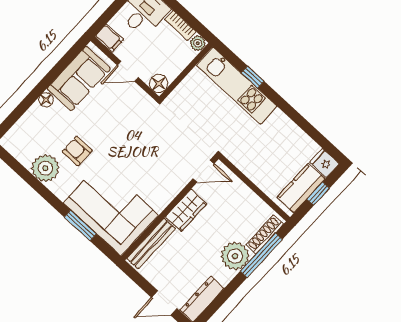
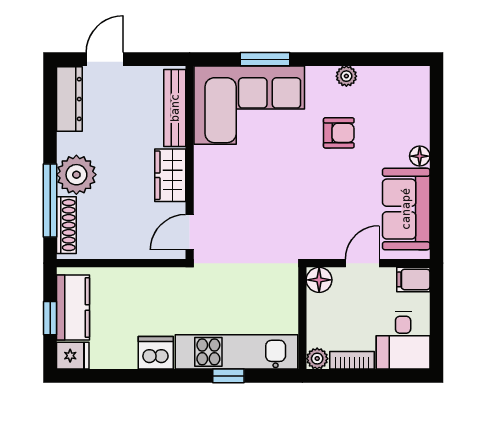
dishwasher: (280, 124) -> (156, 353), added
plant: (45, 168) -> (346, 76), width x0.53, depth x0.53

